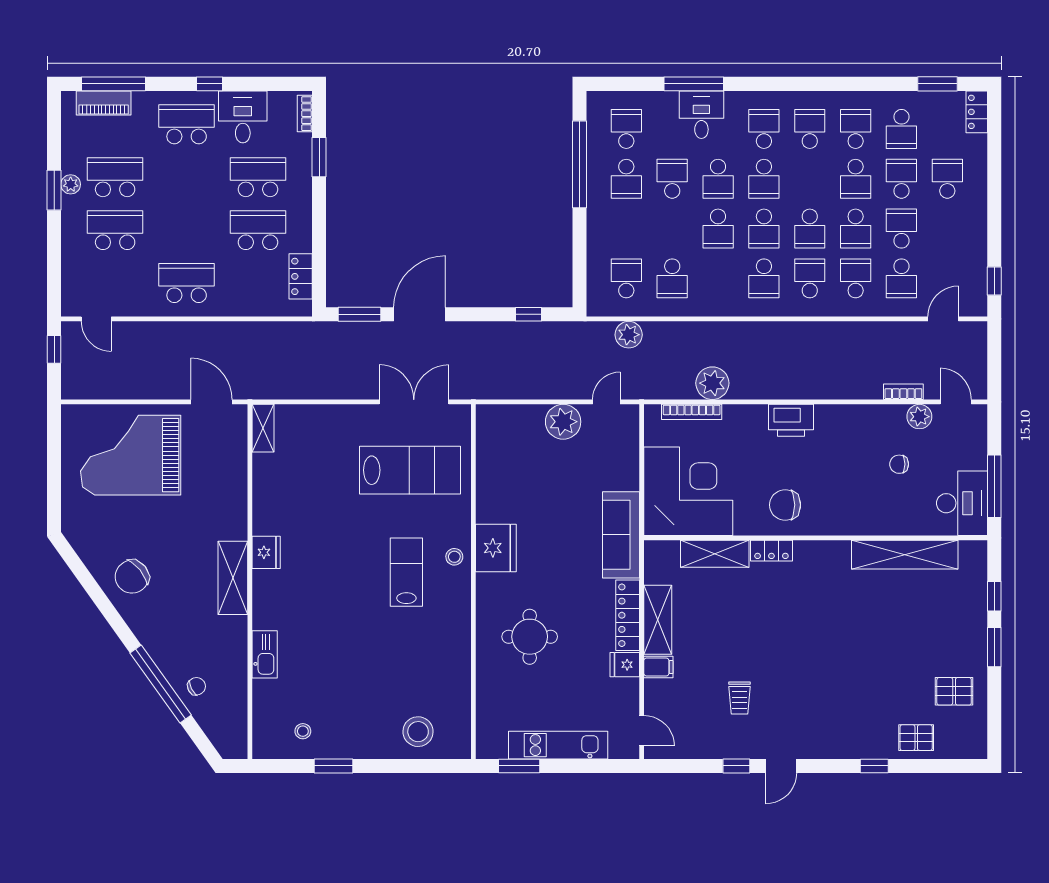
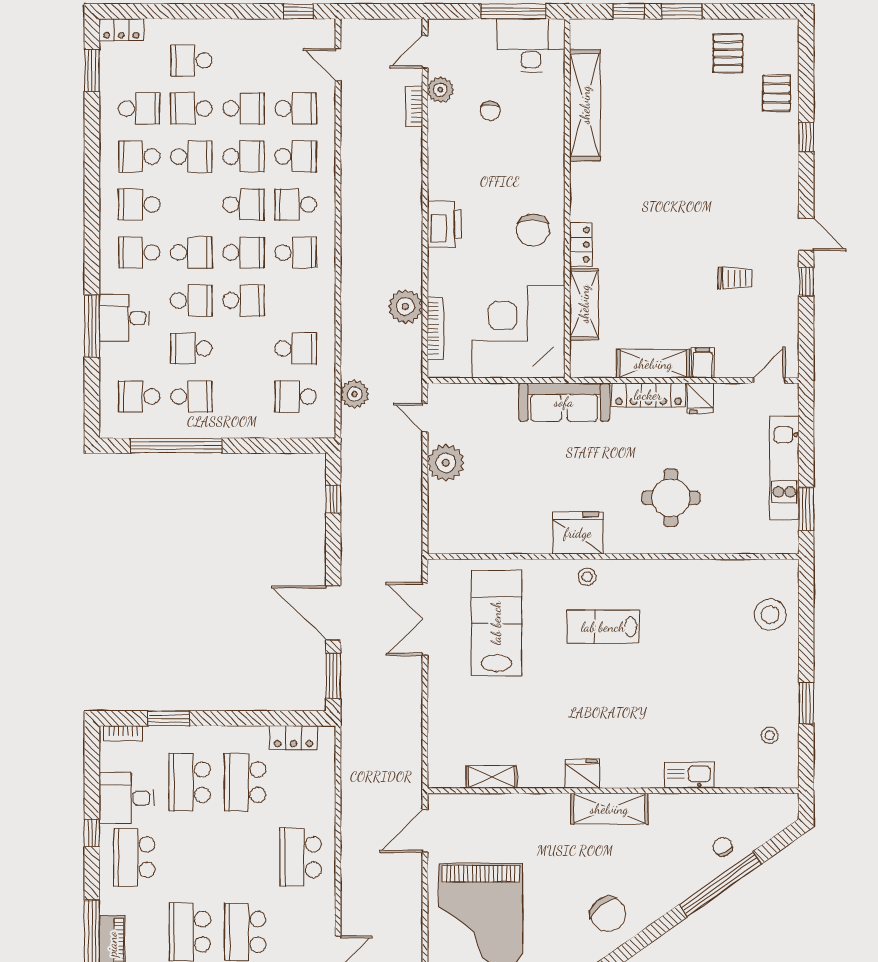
school desk: (901, 229) -> (244, 108), turned 180
school desk: (856, 278) -> (296, 156), turned 180
shelving: (263, 428) -> (491, 777), moved

